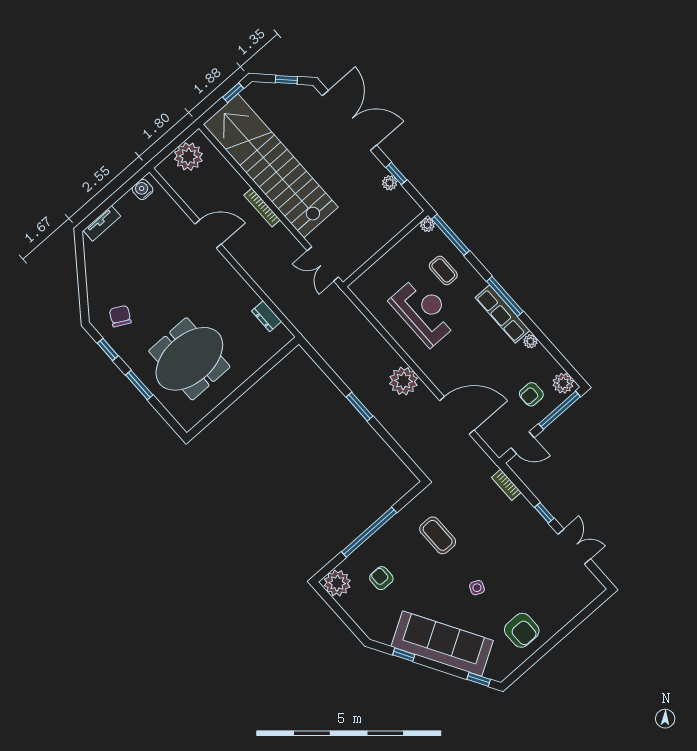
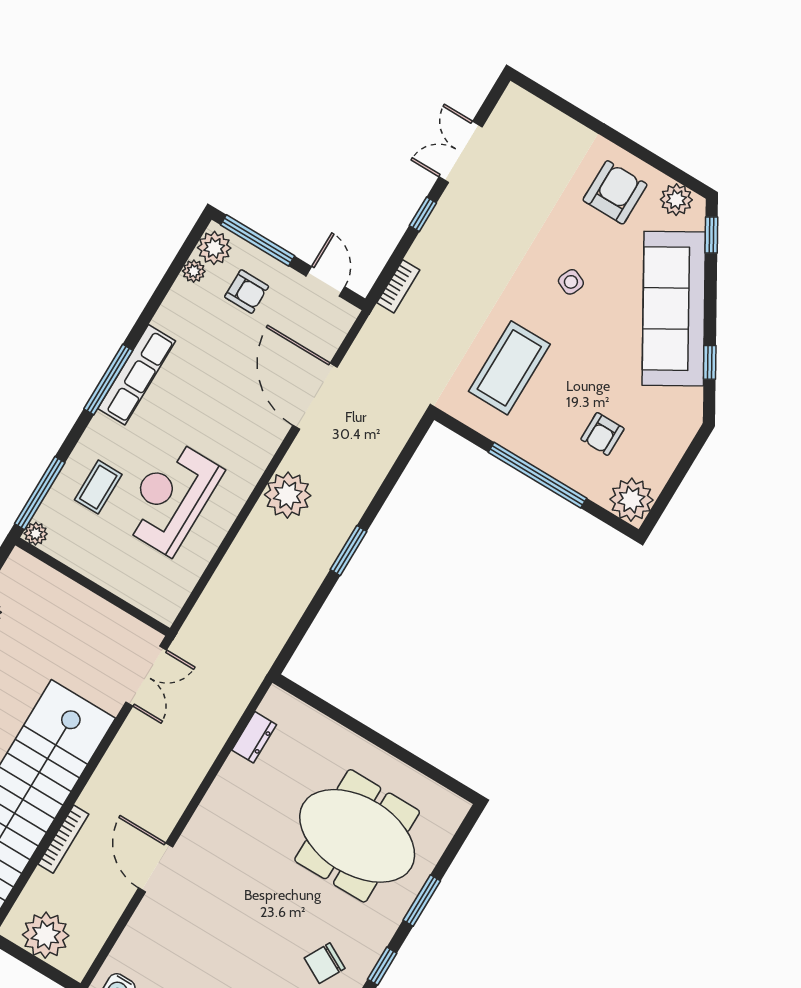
bookcase: (262, 208) -> (63, 839), moved
plant: (530, 341) -> (194, 271), moved
coffee table: (438, 535) -> (509, 368), width x1.36, depth x1.32
plant: (506, 665) -> (676, 200), added

